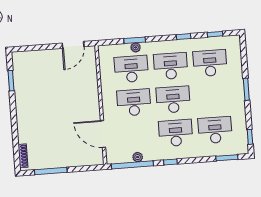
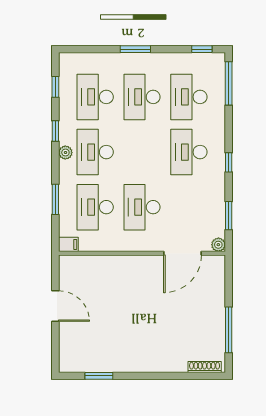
door: (73, 45) -> (55, 306), moved
plant: (136, 47) -> (65, 153), moved
filing cabinet: (103, 52) -> (68, 244), added
desk: (173, 100) -> (142, 97), moved
plant: (138, 157) -> (218, 245), moved
window: (227, 158) -> (229, 83), width x1.44
window: (132, 165) -> (229, 216), width x0.47

